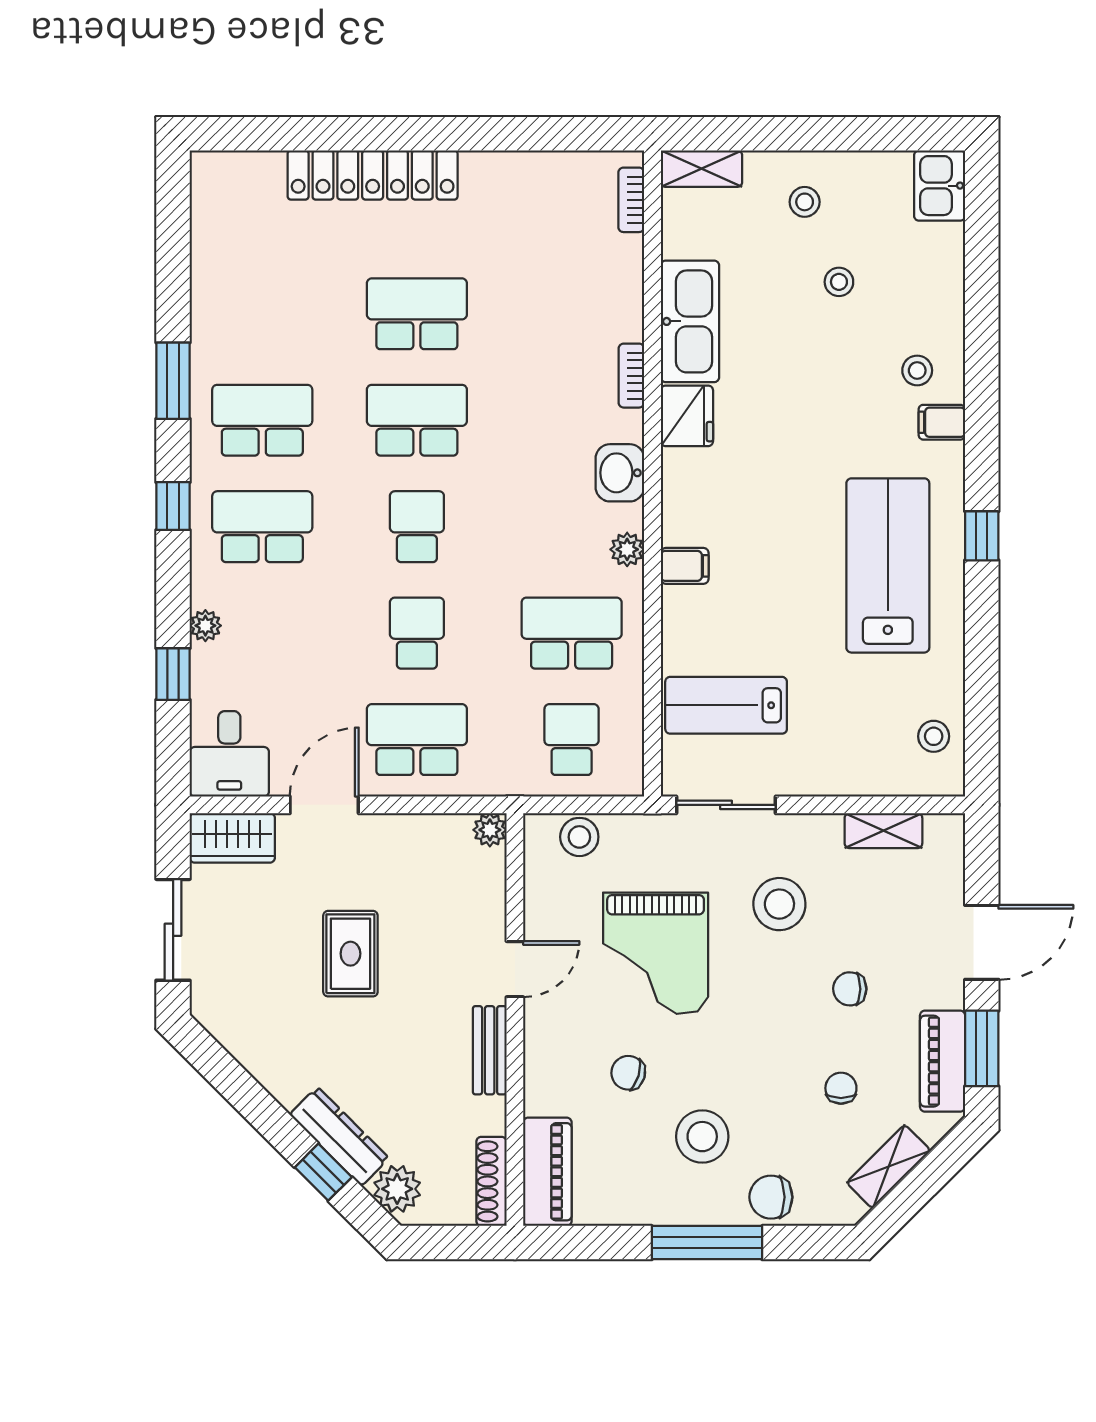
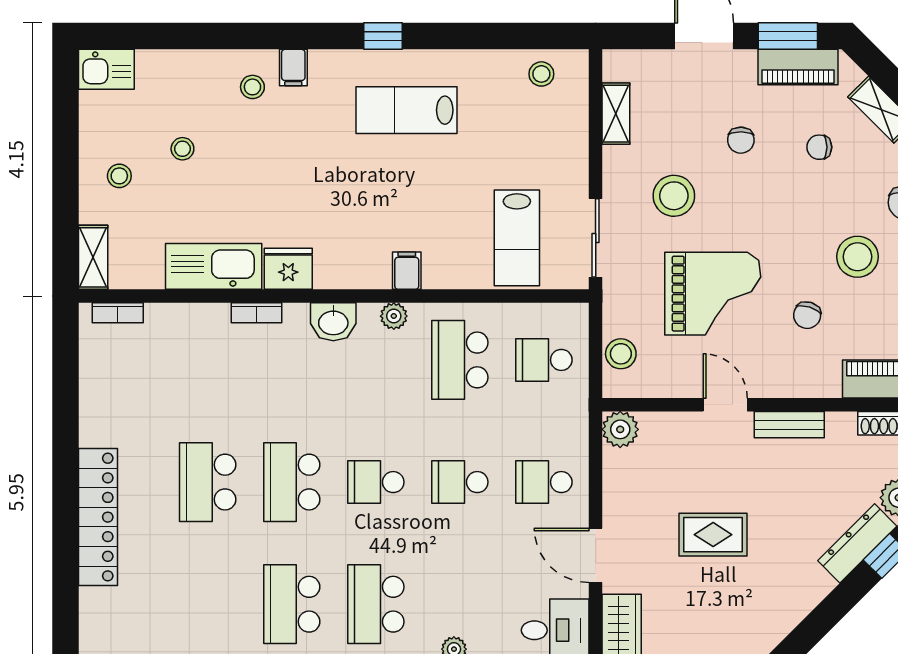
lab bench: (888, 565) -> (406, 110), width x0.73, depth x0.72
school desk: (417, 740) -> (544, 482), width x0.54
plant: (490, 830) -> (620, 429), width x1.38, depth x1.38

